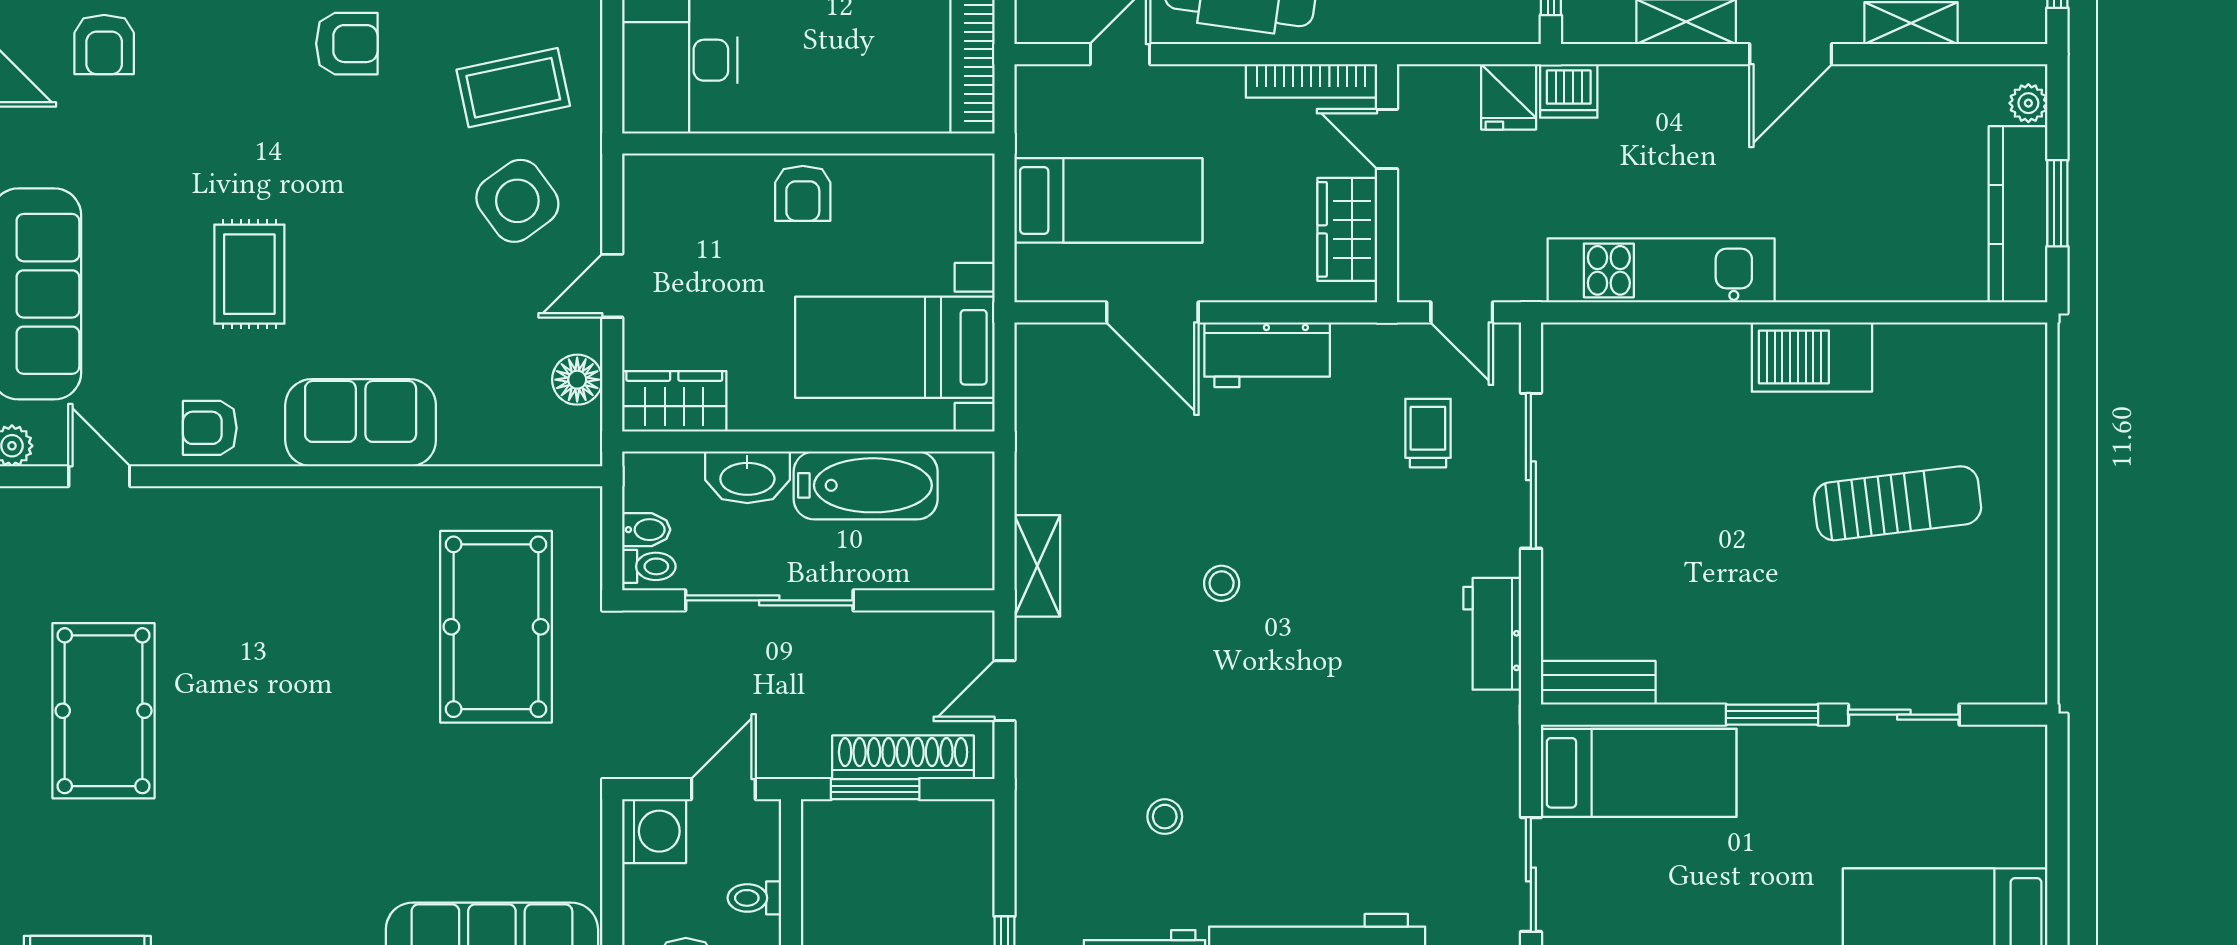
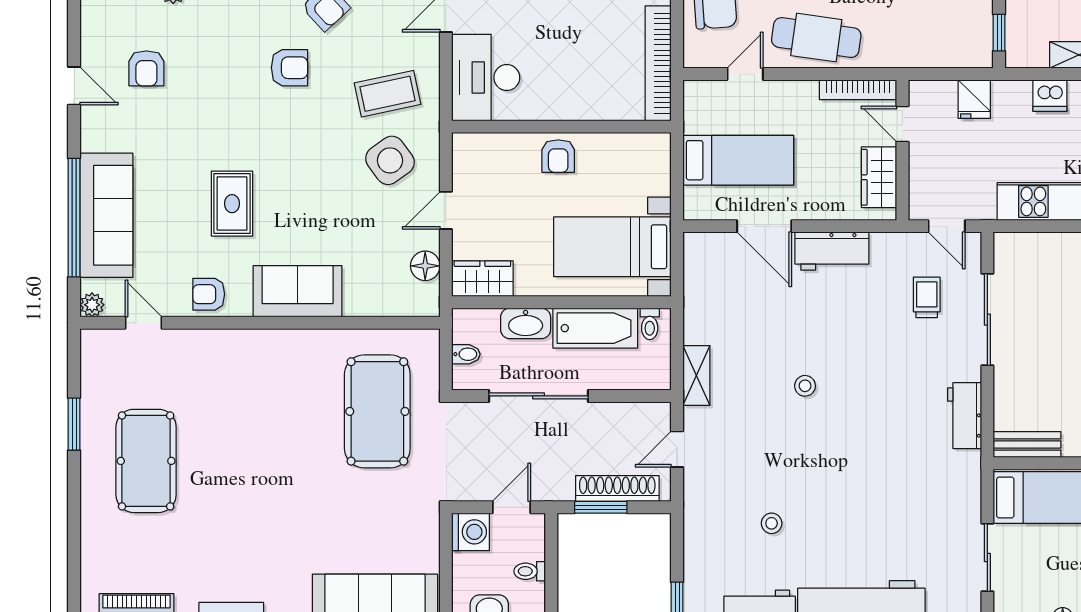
dishwasher: (1569, 91) -> (1050, 96), moved
toilet: (649, 566) -> (650, 324), moved, turned 90

